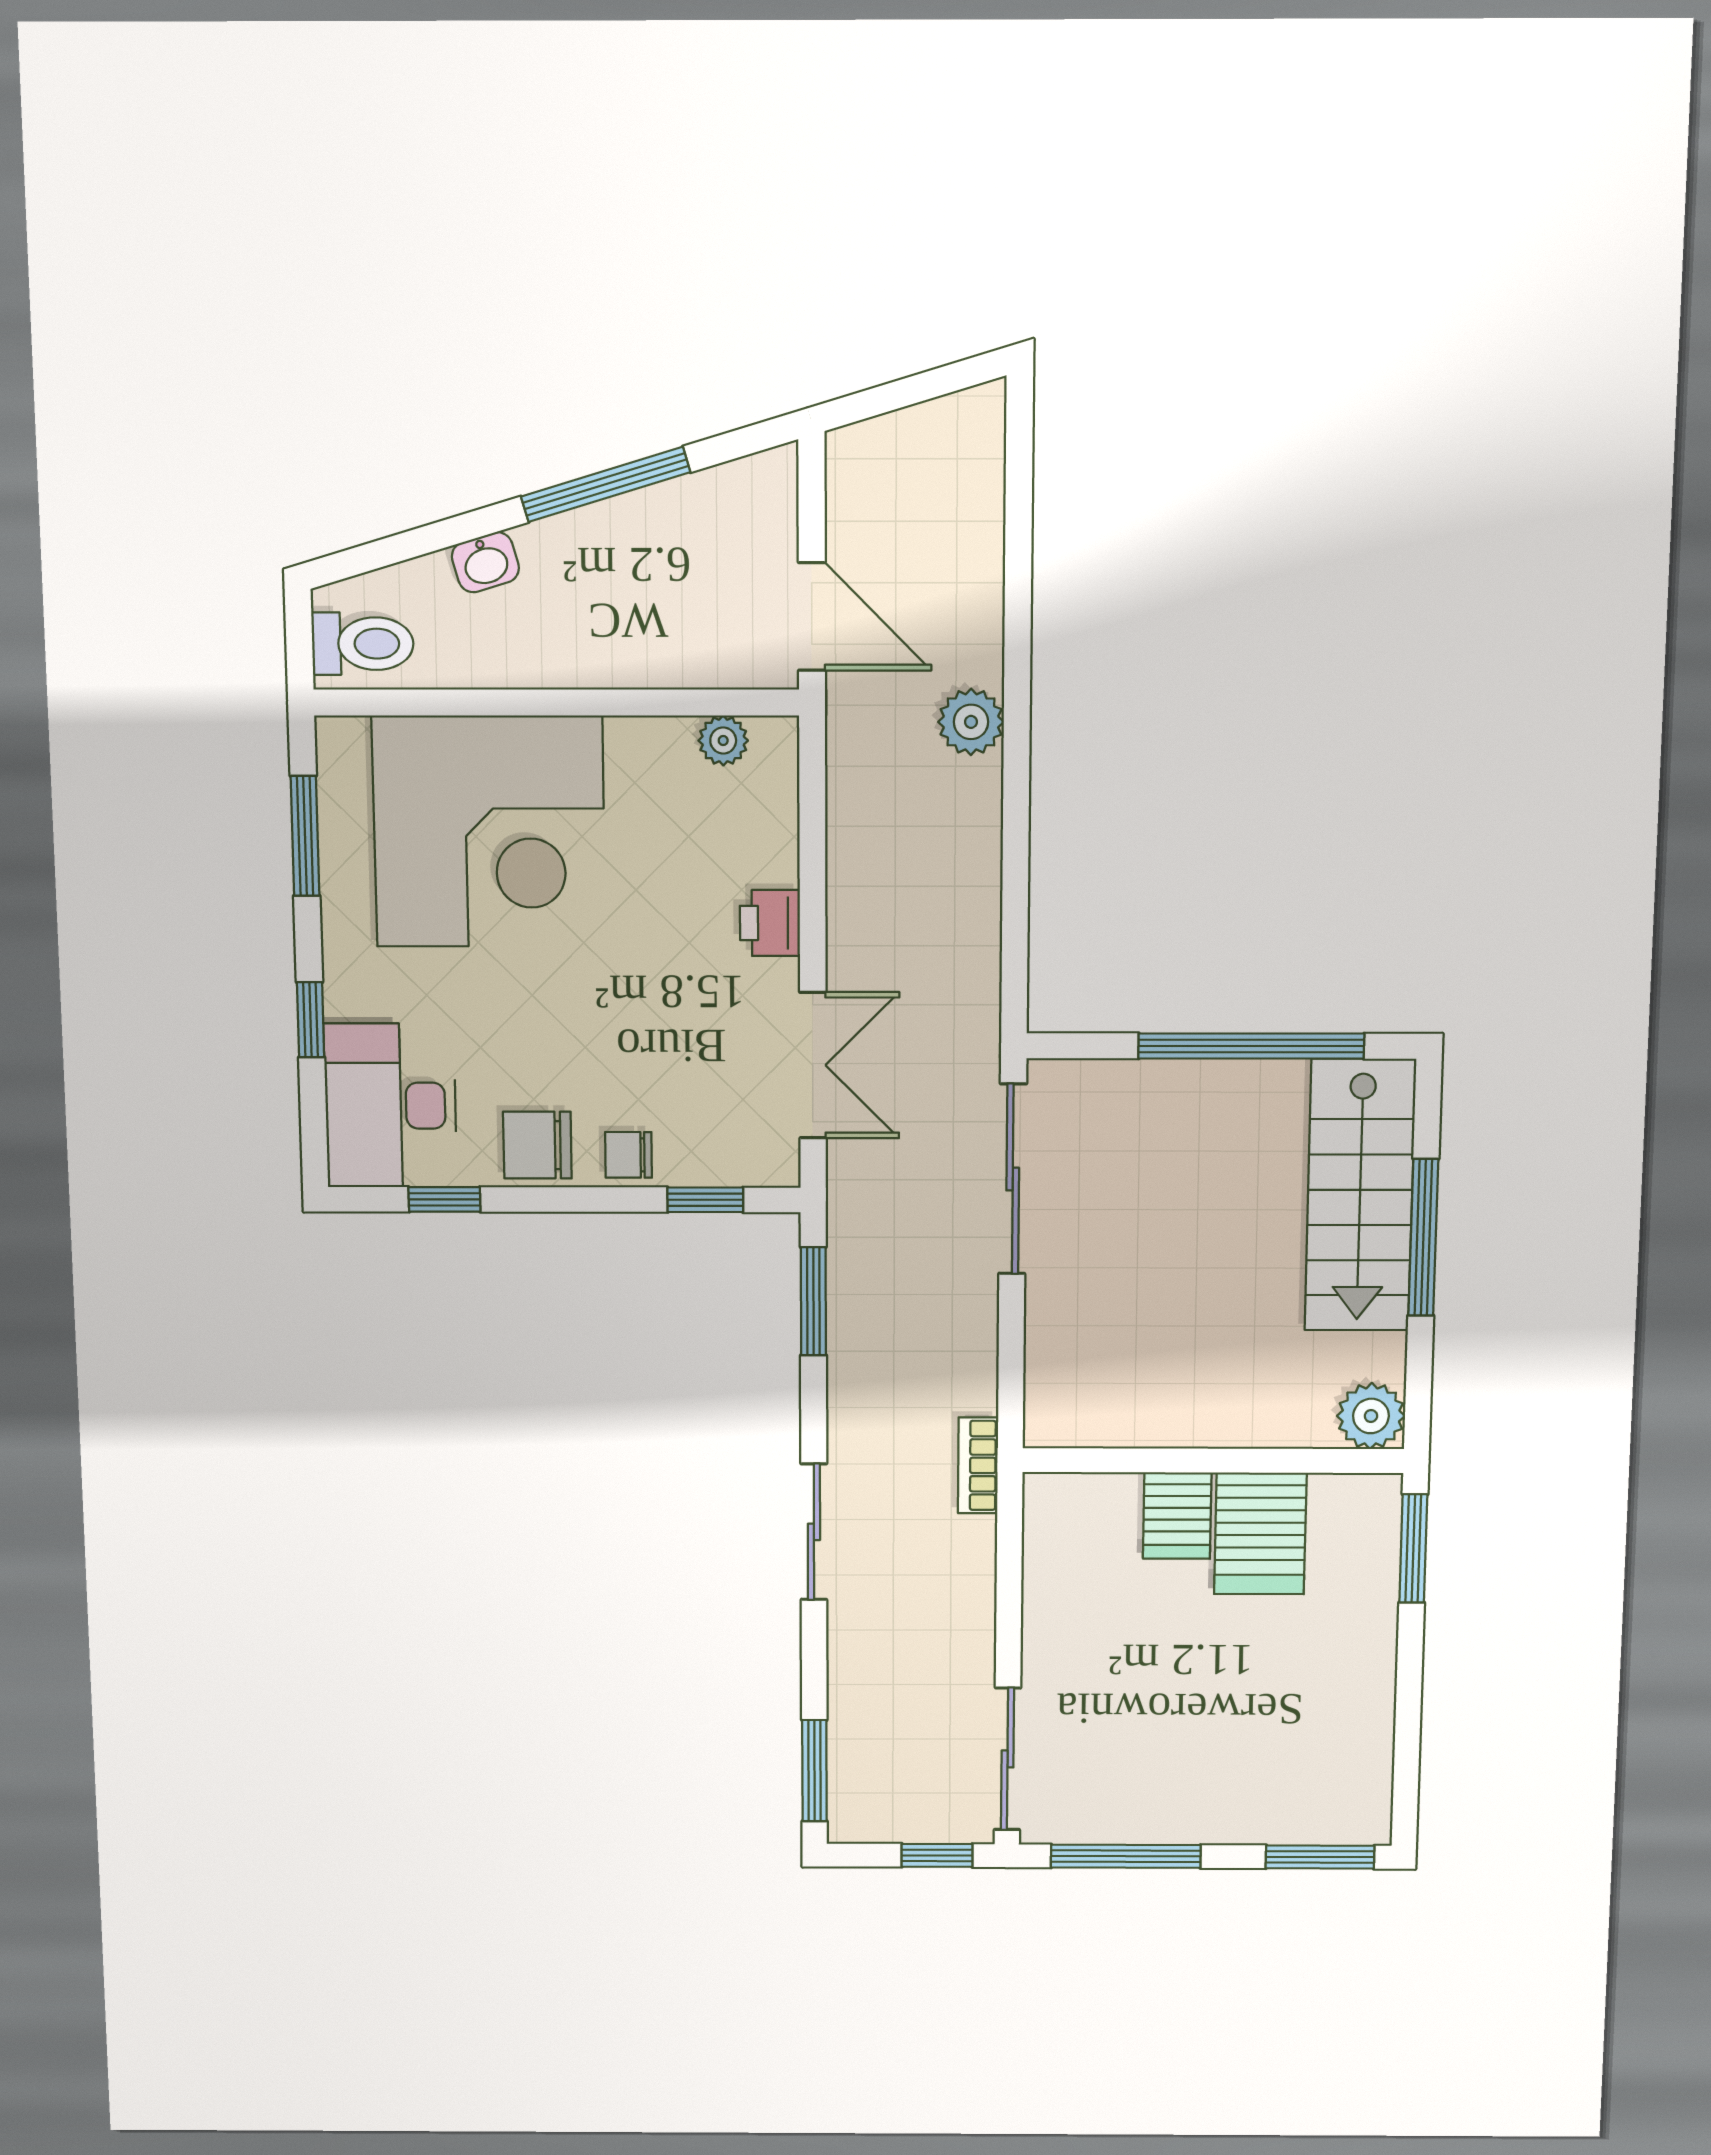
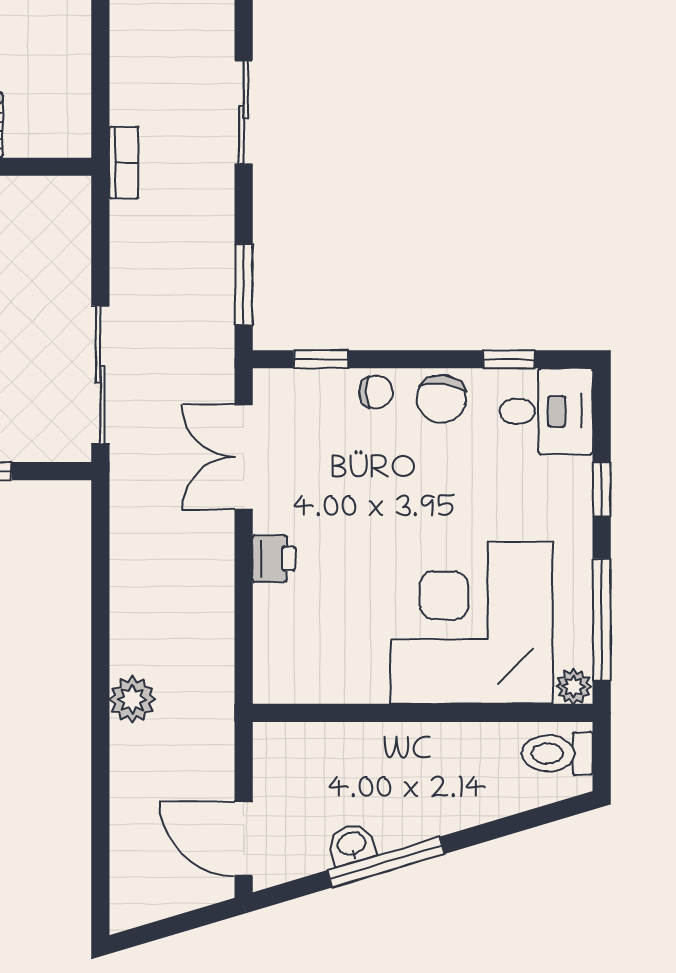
washbasin: (485, 562) -> (352, 845), moved
door: (812, 616) -> (244, 839), moved
plant: (723, 741) -> (574, 686), moved
window: (305, 836) -> (602, 620), width x1.44
desk: (391, 1106) -> (546, 411), width x0.73
chair: (537, 1145) -> (441, 399), turned 97

